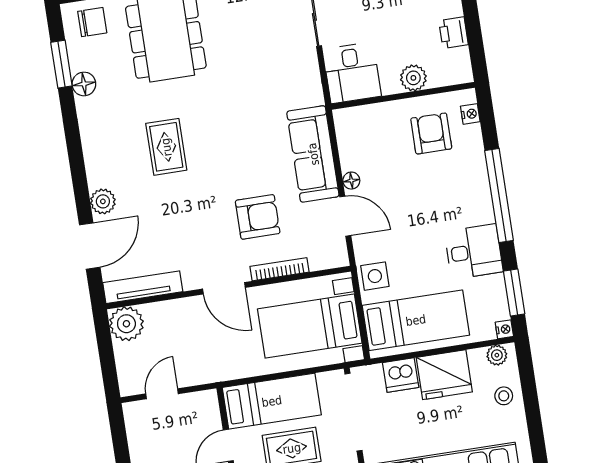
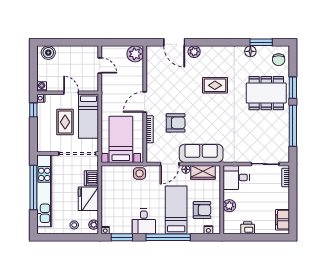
wardrobe: (352, 144) -> (203, 172), added
armchair: (258, 217) -> (176, 123), turned -90
tv unit: (143, 287) -> (151, 64), removed
bed: (416, 320) -> (176, 210), moved, turned 180

